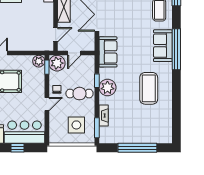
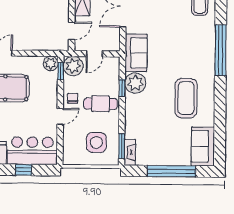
sofa: (163, 46) -> (203, 146), moved
plant: (107, 87) -> (135, 83), moved
fireplace: (104, 115) -> (130, 152), moved

